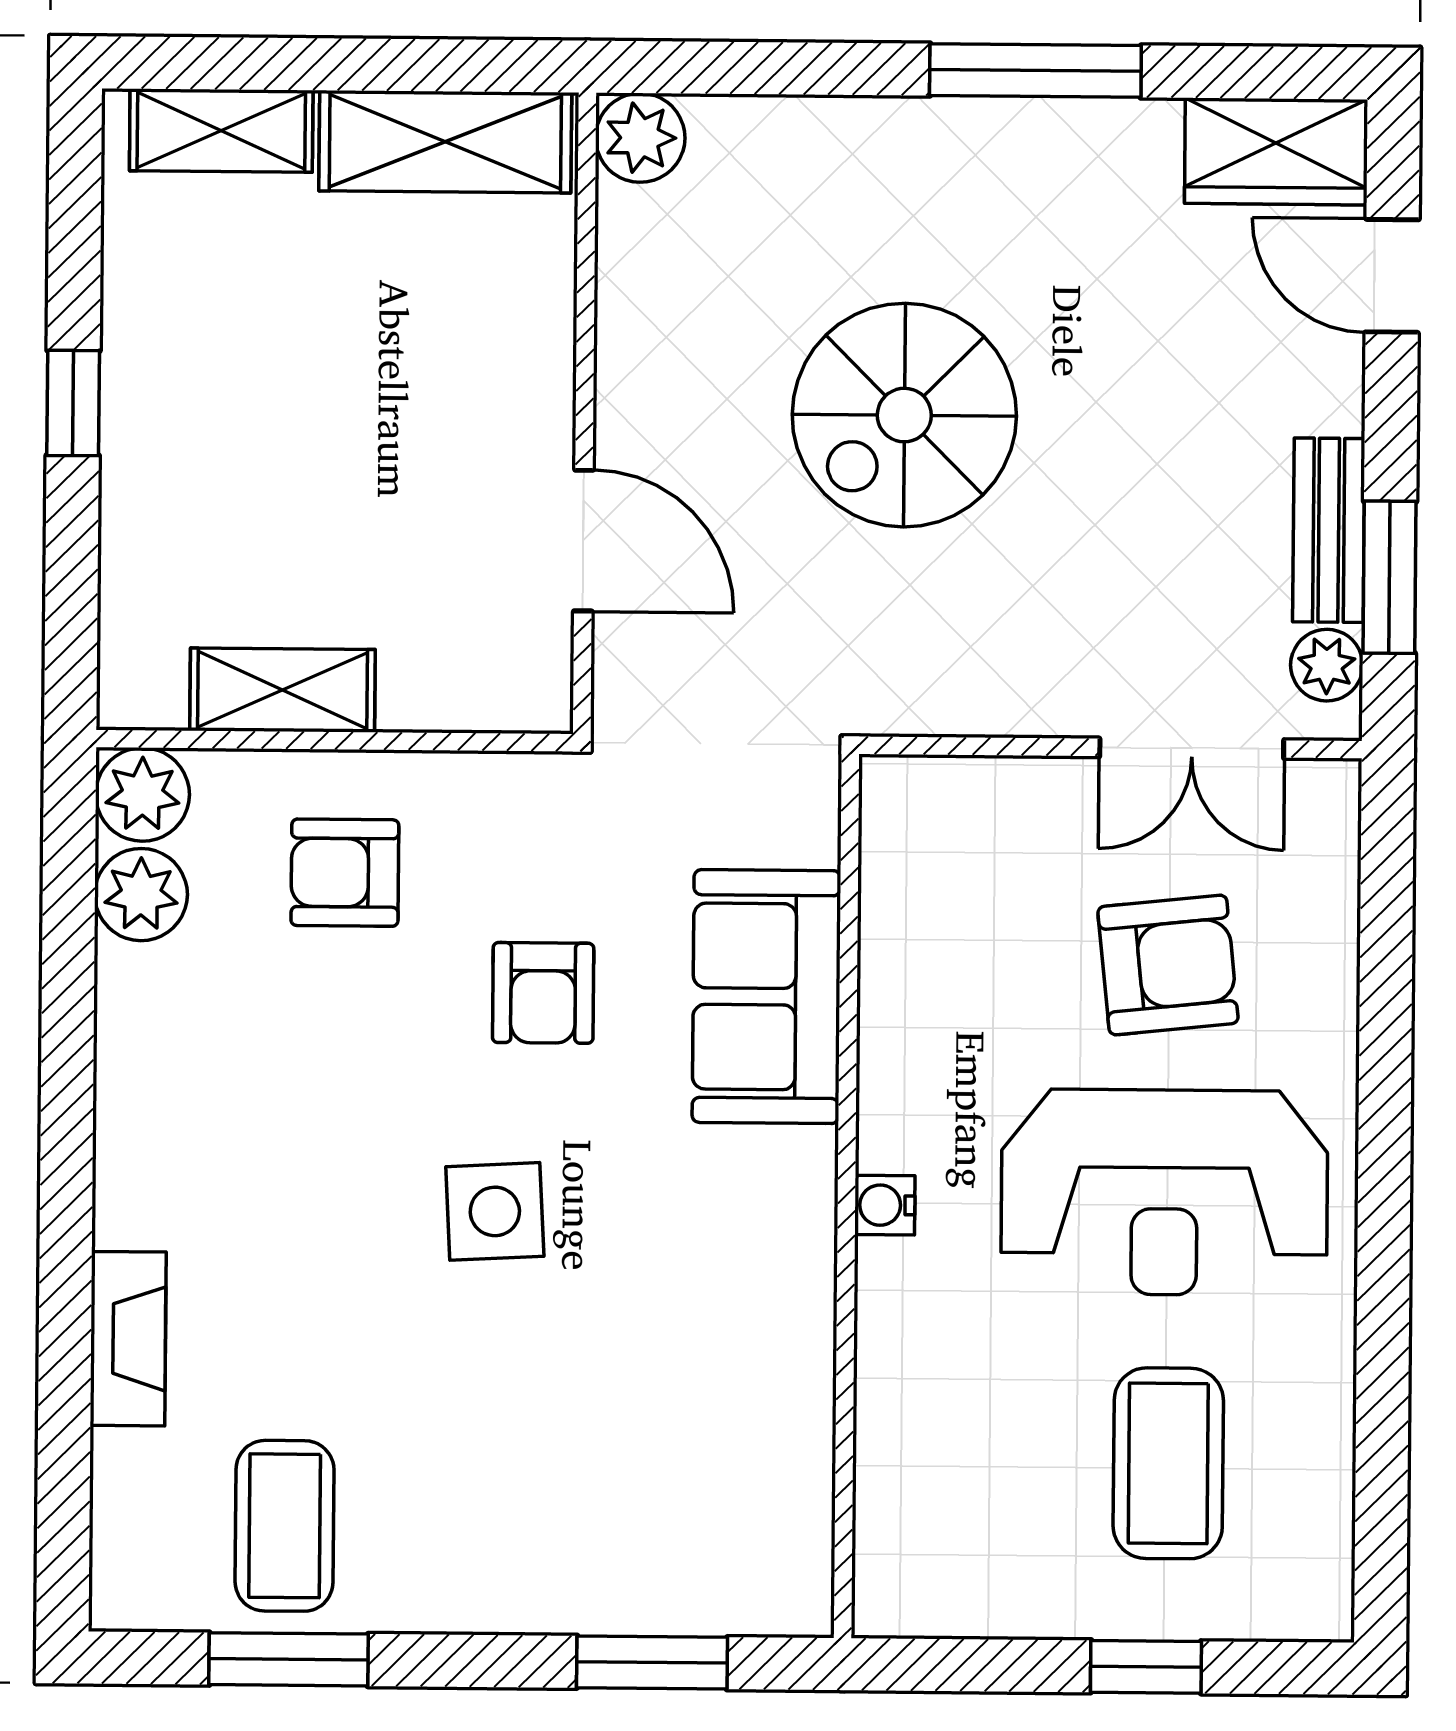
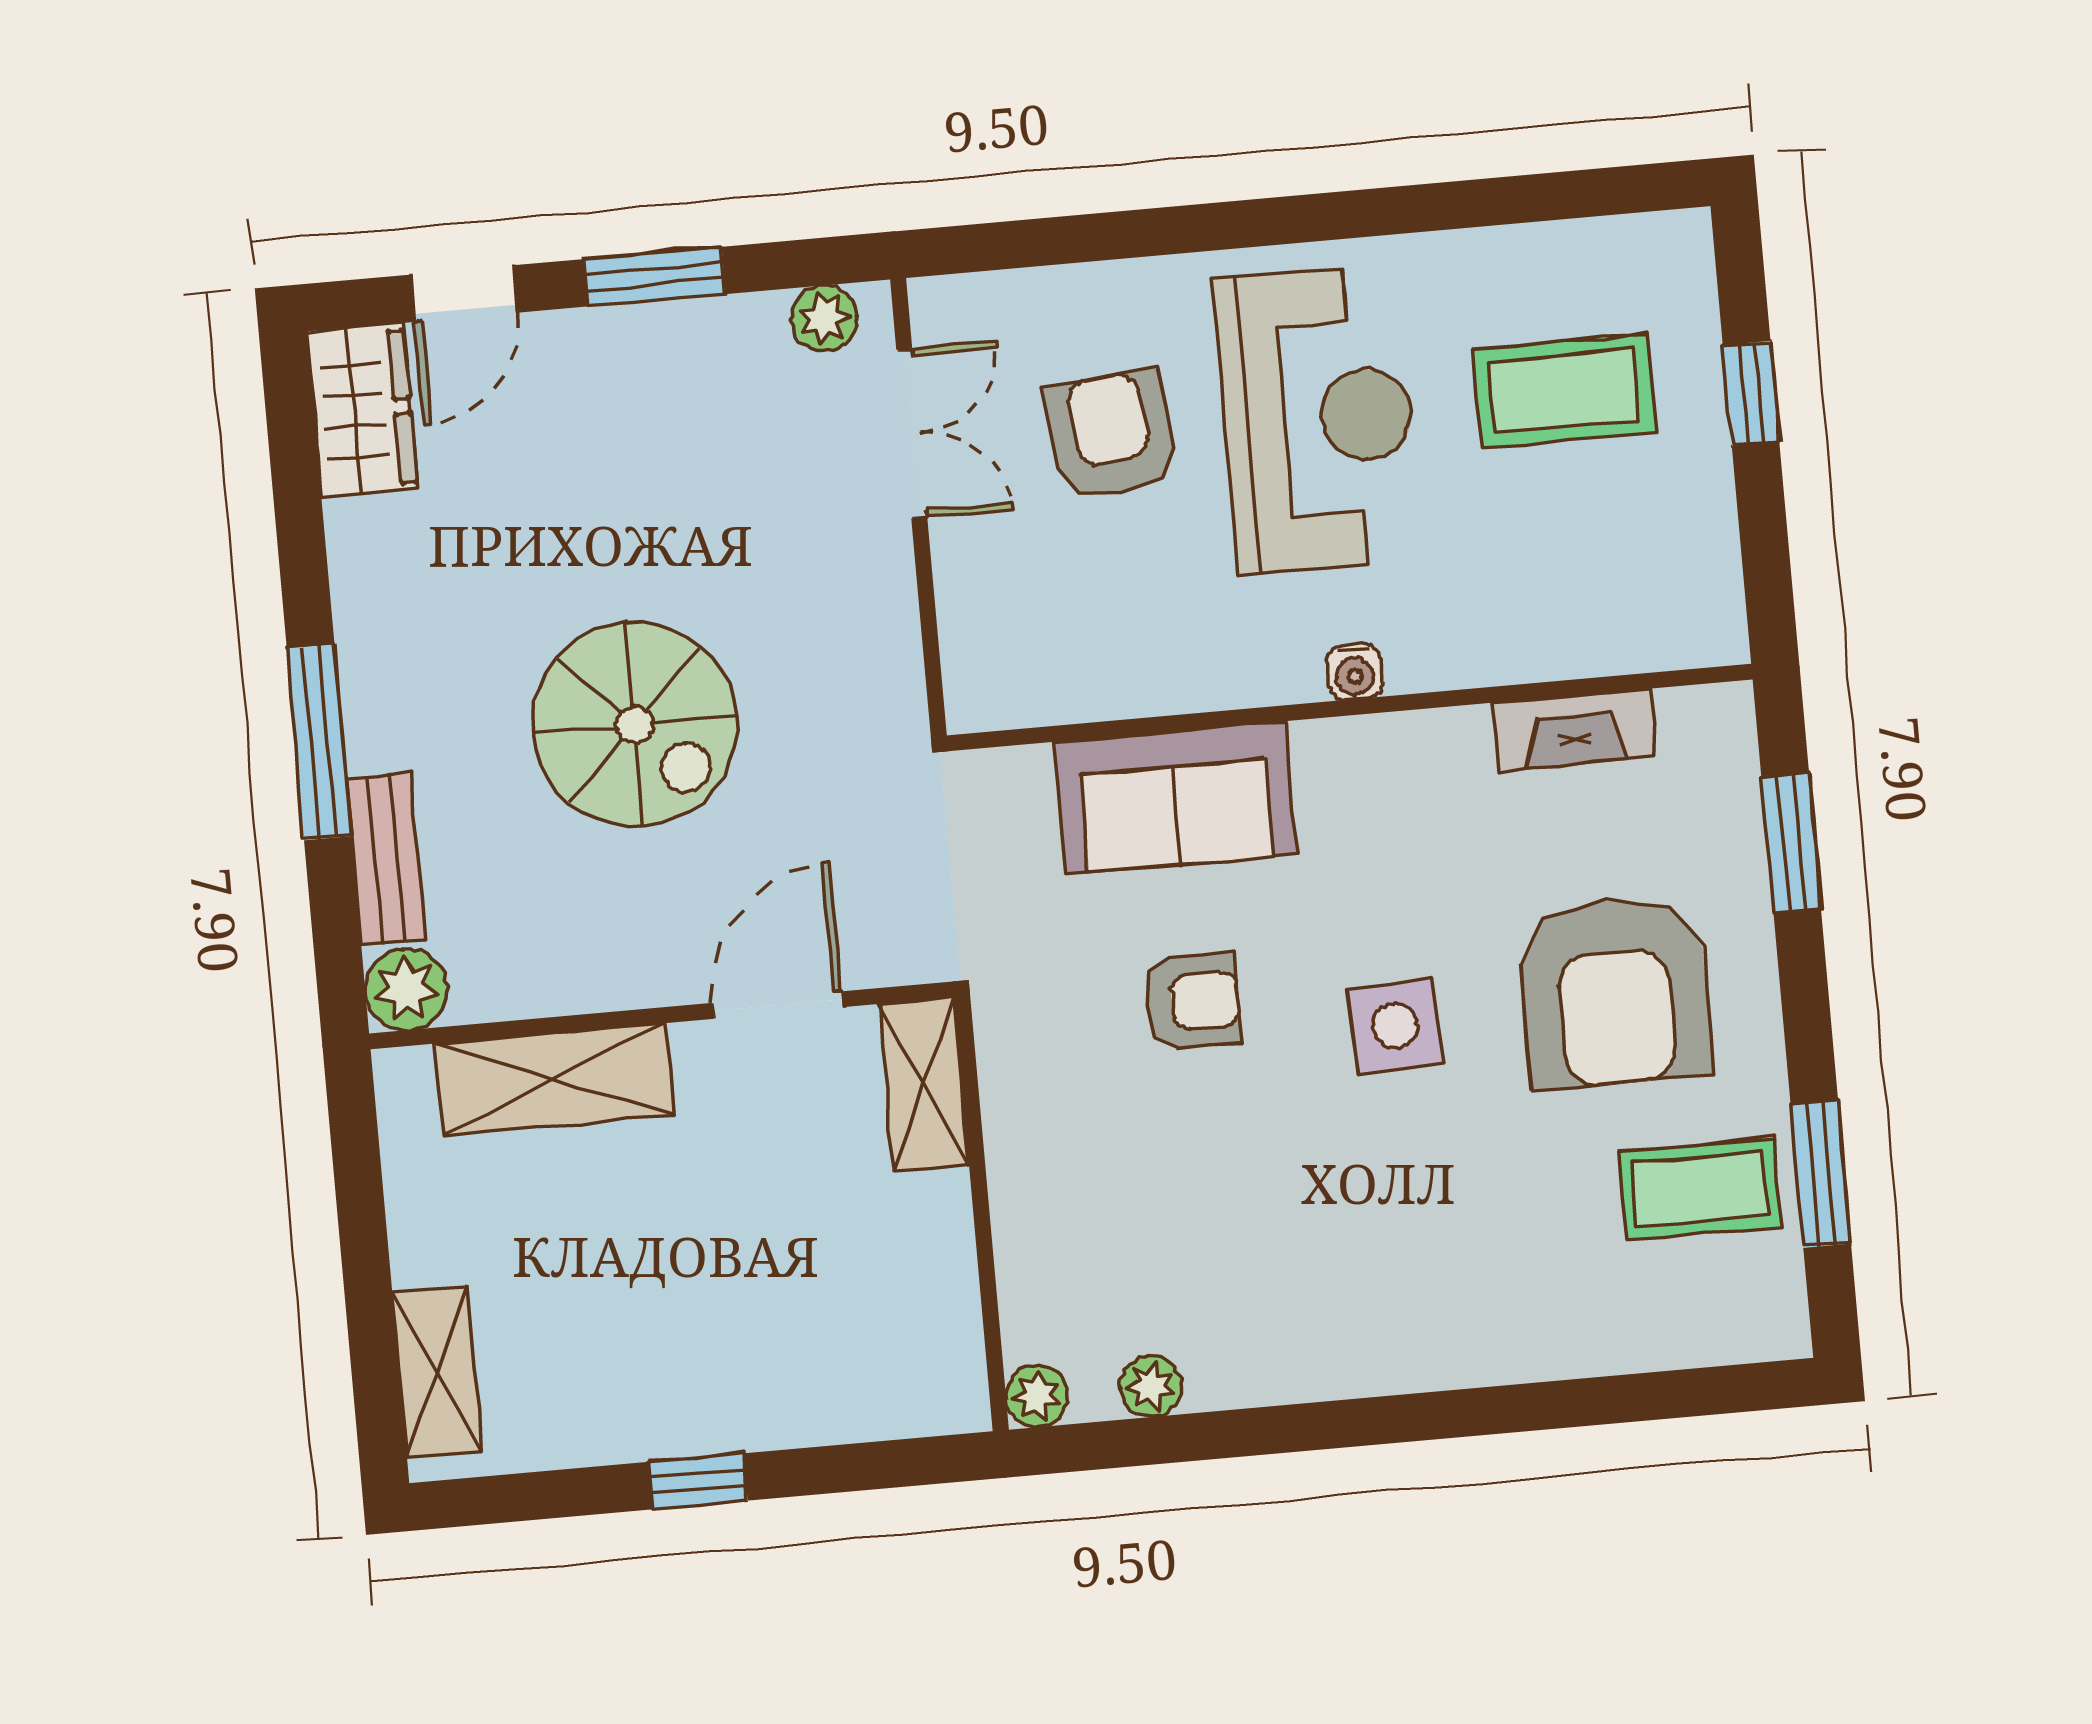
window: (1035, 71) -> (319, 742), moved
shelving: (445, 142) -> (554, 1079), moved, turned 90
bench: (1329, 530) -> (386, 859), moved, turned 90
window: (1389, 577) -> (655, 277), moved
shelving: (283, 690) -> (924, 1085), moved
plant: (143, 795) -> (1037, 1396), width x0.73, depth x0.73
armchair: (345, 873) -> (1614, 992), moved, width x1.88, depth x1.88
plant: (141, 895) -> (1151, 1386), width x0.73, depth x0.73
fireplace: (128, 1339) -> (1574, 730), moved, turned 180

